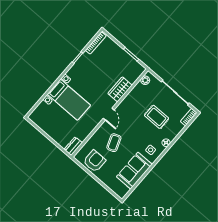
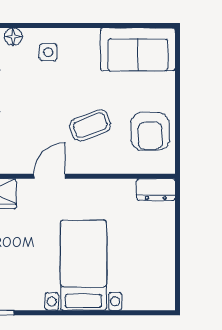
armchair: (94, 161) -> (150, 131), turned -90
sofa: (134, 171) -> (138, 49), moved

